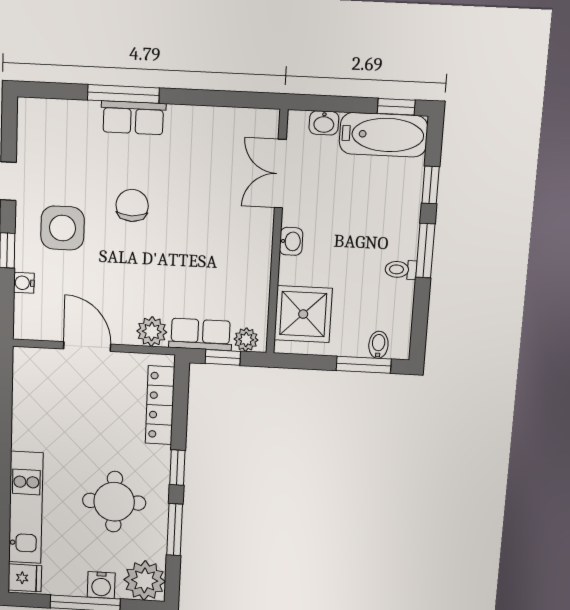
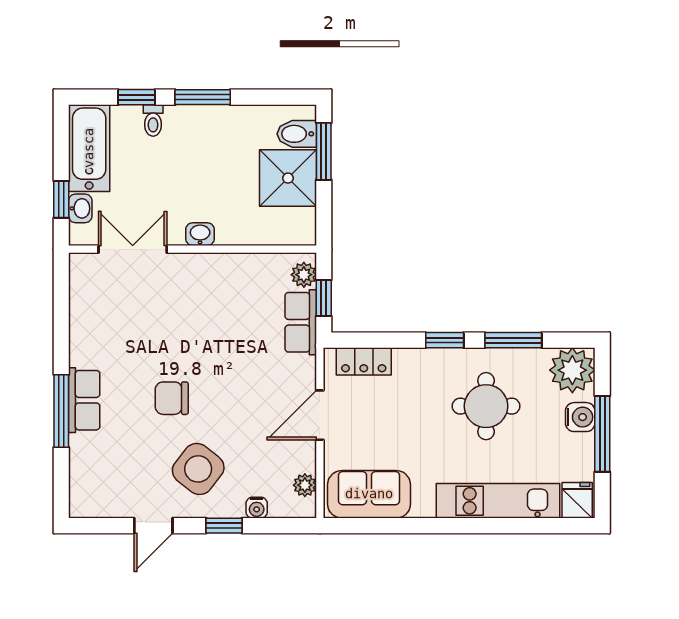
window: (396, 107) -> (61, 199), moved
double door: (280, 174) -> (133, 249), swing flipped
side table: (62, 228) -> (198, 469), turned 38
toilet: (401, 270) -> (153, 120), moved
shower: (303, 314) -> (288, 178), moved
plant: (152, 332) -> (305, 485), moved, width x0.73, depth x0.73
bidet: (378, 345) -> (297, 134), width x1.38, depth x1.36
door: (87, 347) -> (320, 415), moved
sofa: (34, 390) -> (369, 494), added
locker: (160, 405) -> (364, 361), width x0.66

